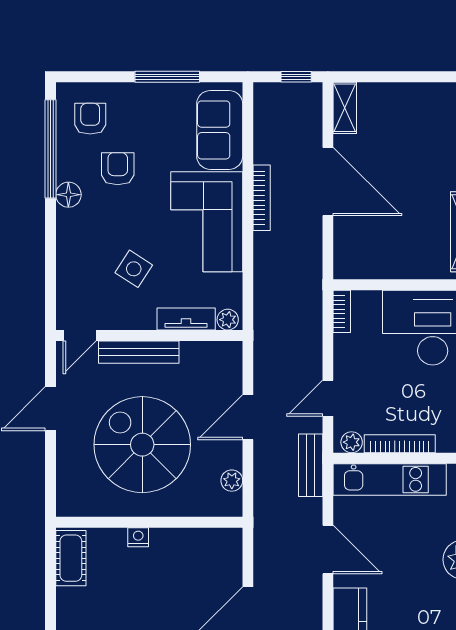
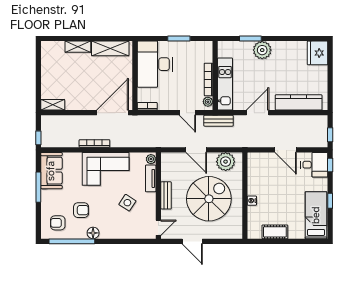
window: (296, 77) -> (38, 138), moved
sofa: (220, 130) -> (51, 171), moved, turned -90
armchair: (118, 169) -> (81, 210), turned 180
door: (328, 181) -> (113, 113), moved
door: (80, 335) -> (158, 228), hinge flipped
bench: (139, 352) -> (166, 195), width x0.73
spiral stairs: (142, 445) -> (209, 199), turned 180
plant: (232, 481) -> (226, 162), width x1.87, depth x1.87
cot: (71, 558) -> (275, 232), moved

